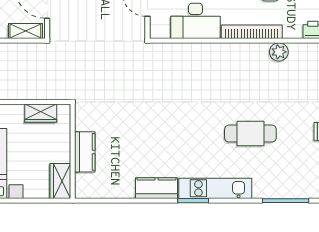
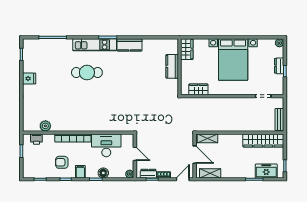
plant: (279, 52) -> (45, 126), moved
cafe table: (250, 134) -> (87, 73), moved

